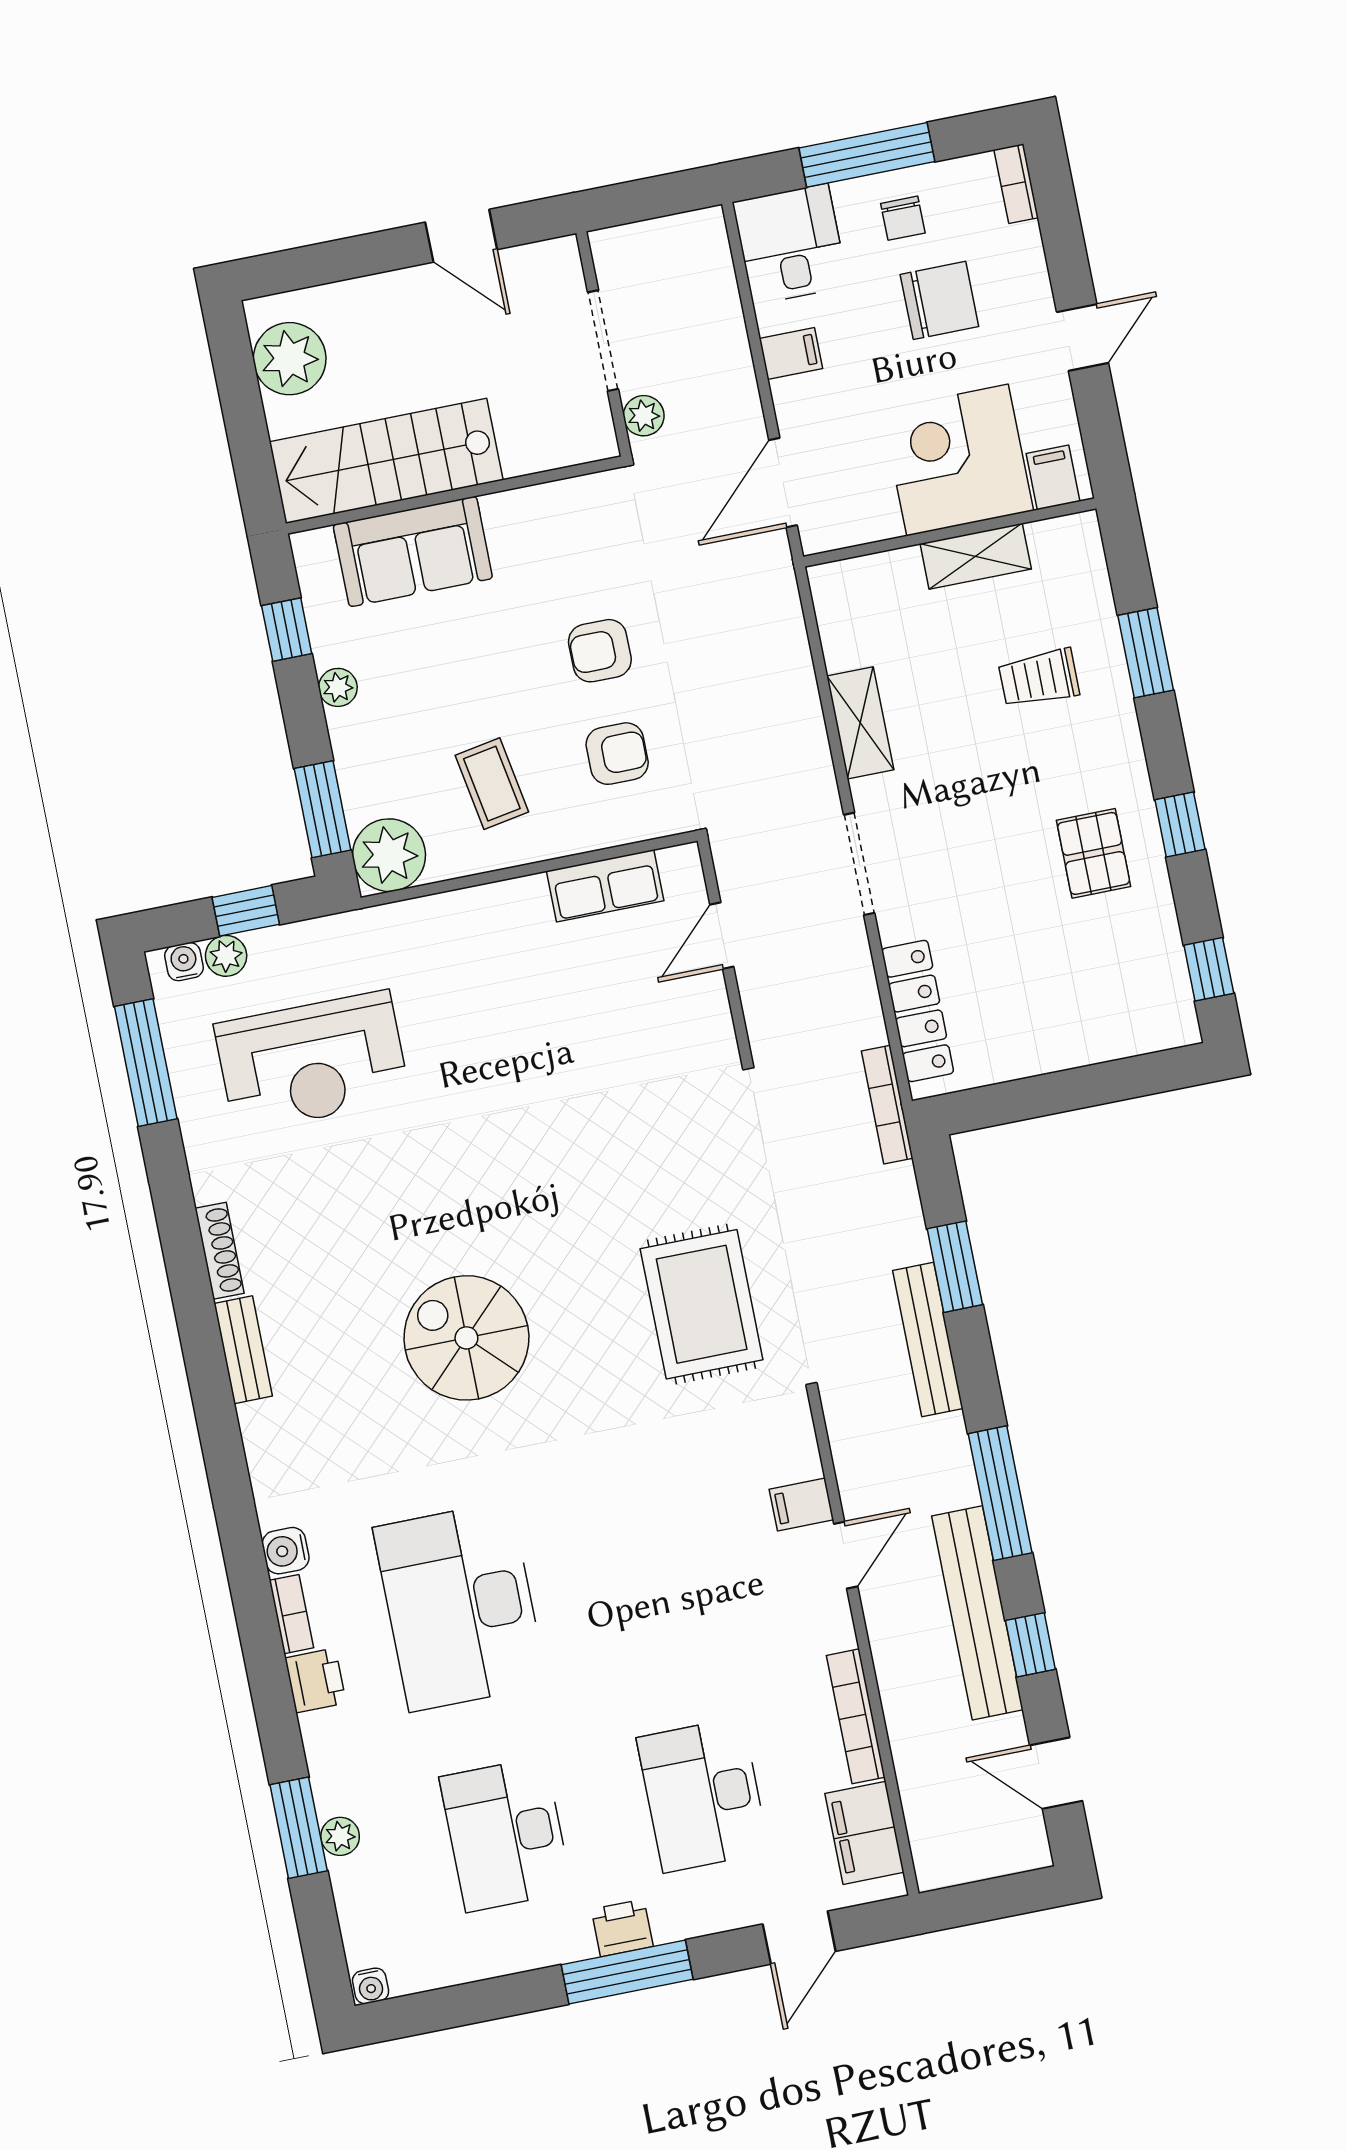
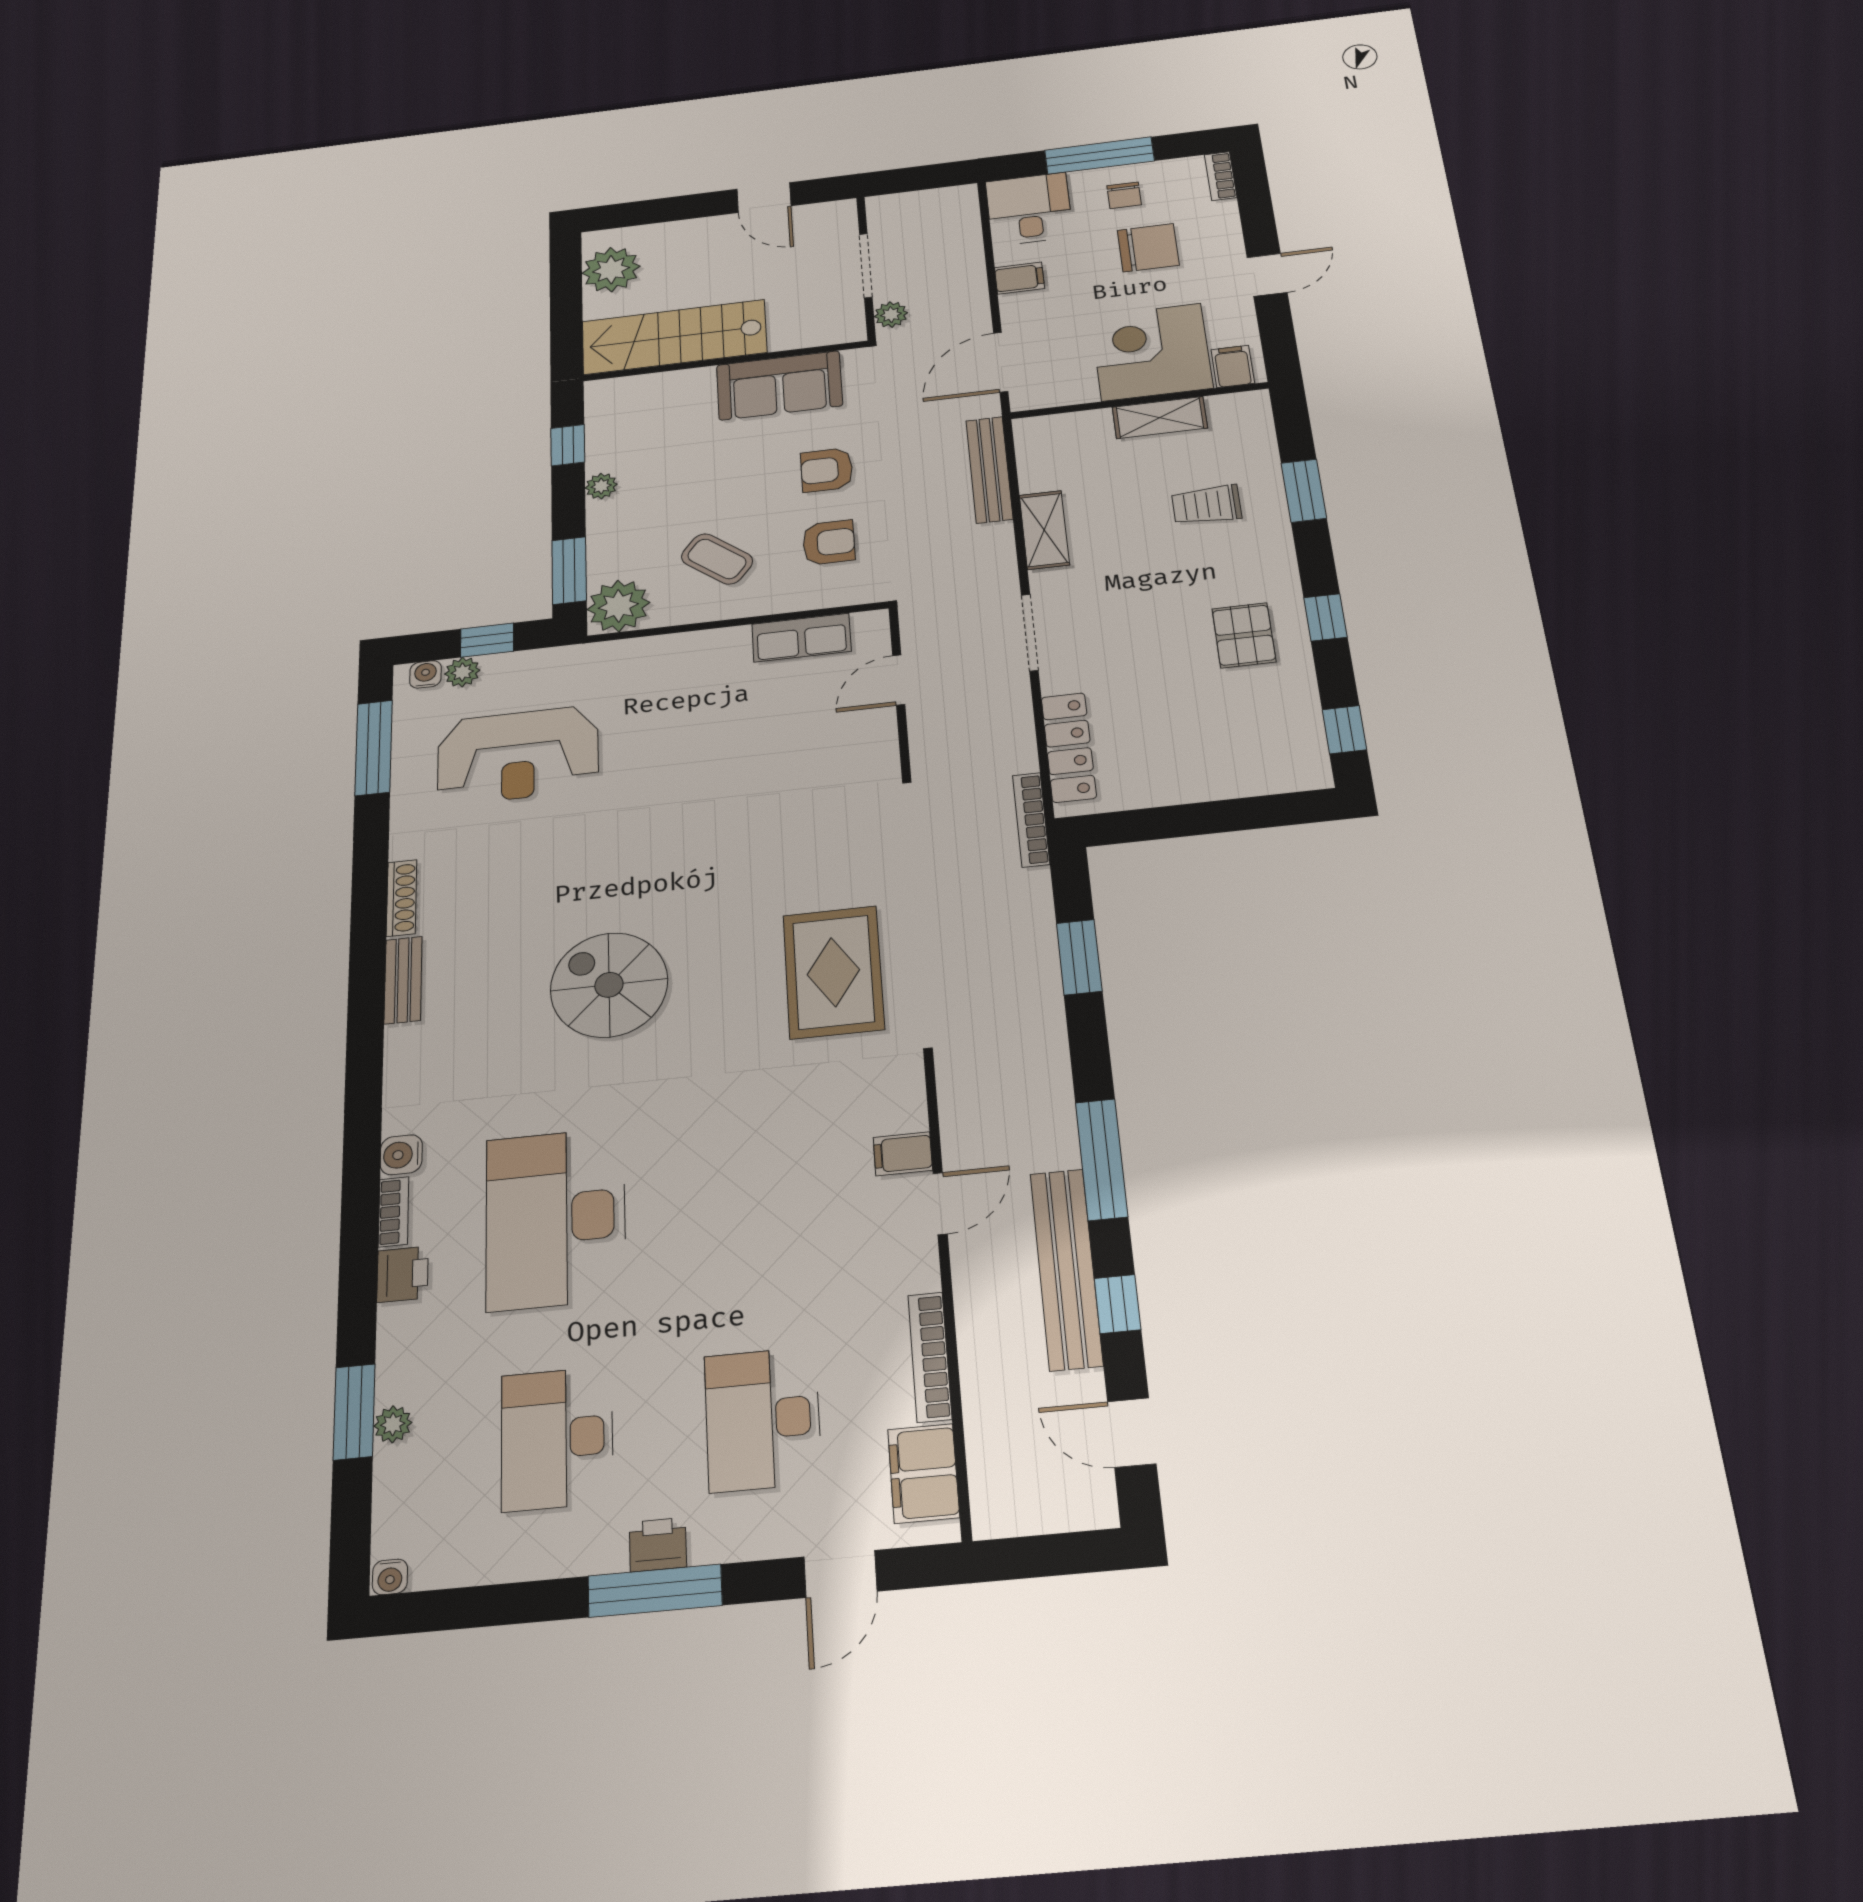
sofa: (413, 551) -> (779, 385), moved
coffee table: (492, 784) -> (717, 559), turned -42
bench: (928, 1339) -> (989, 470), moved

